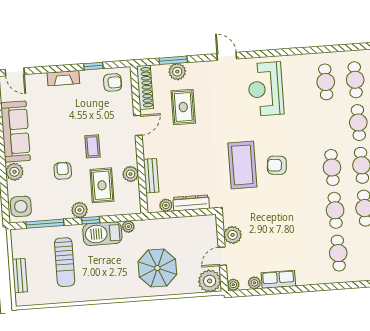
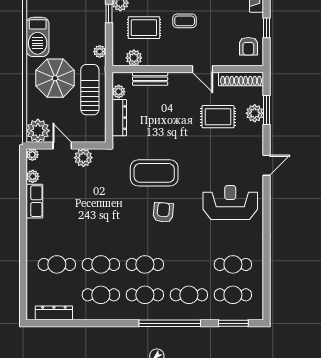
armchair: (277, 165) -> (163, 212), moved
plant: (131, 174) -> (134, 58), moved
sun lounger: (166, 233) -> (90, 90), added
barbecue: (102, 234) -> (38, 37), moved, turned 180

